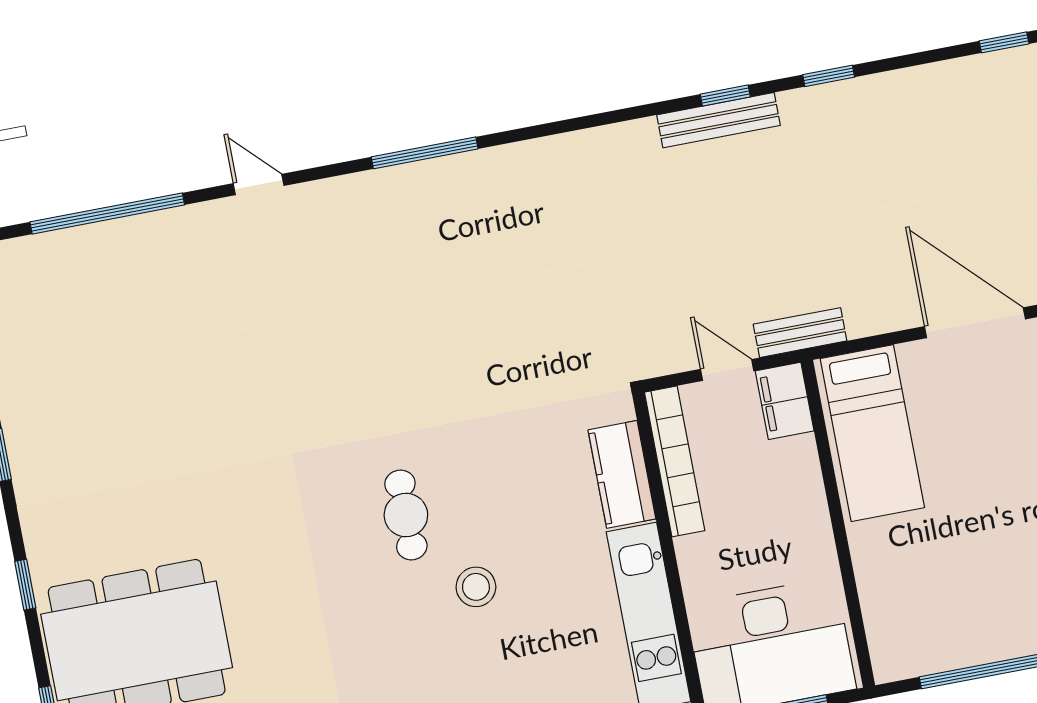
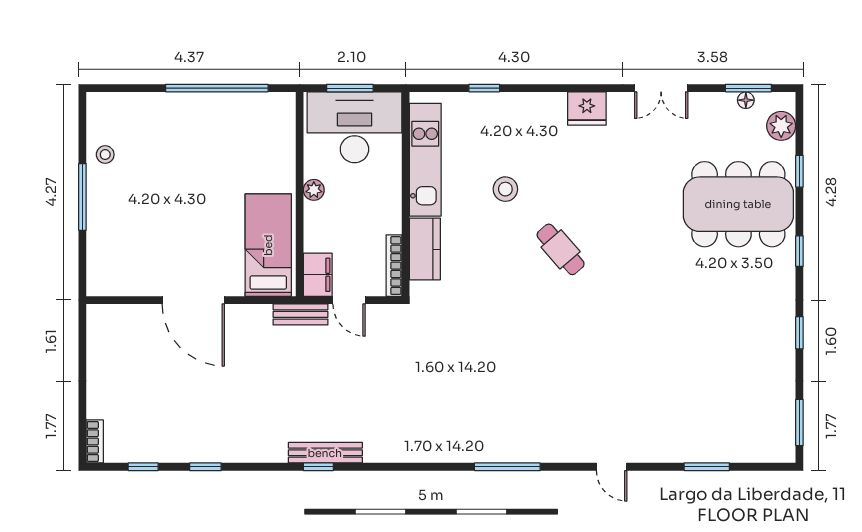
window: (829, 76) -> (205, 467), moved
window: (107, 213) -> (707, 467), width x0.47
bookcase: (675, 461) -> (394, 266), width x0.68, depth x0.76
cafe table: (406, 515) -> (561, 249), turned -41
plant: (817, 535) -> (314, 190), added
stool: (476, 587) -> (505, 189), moved

